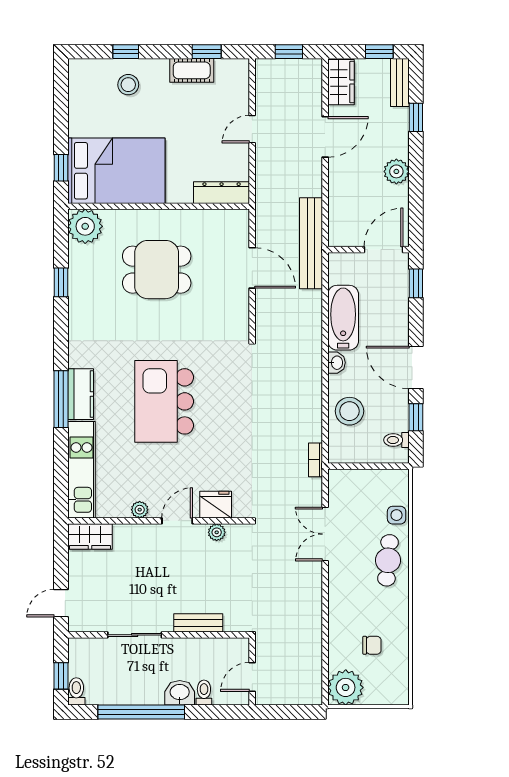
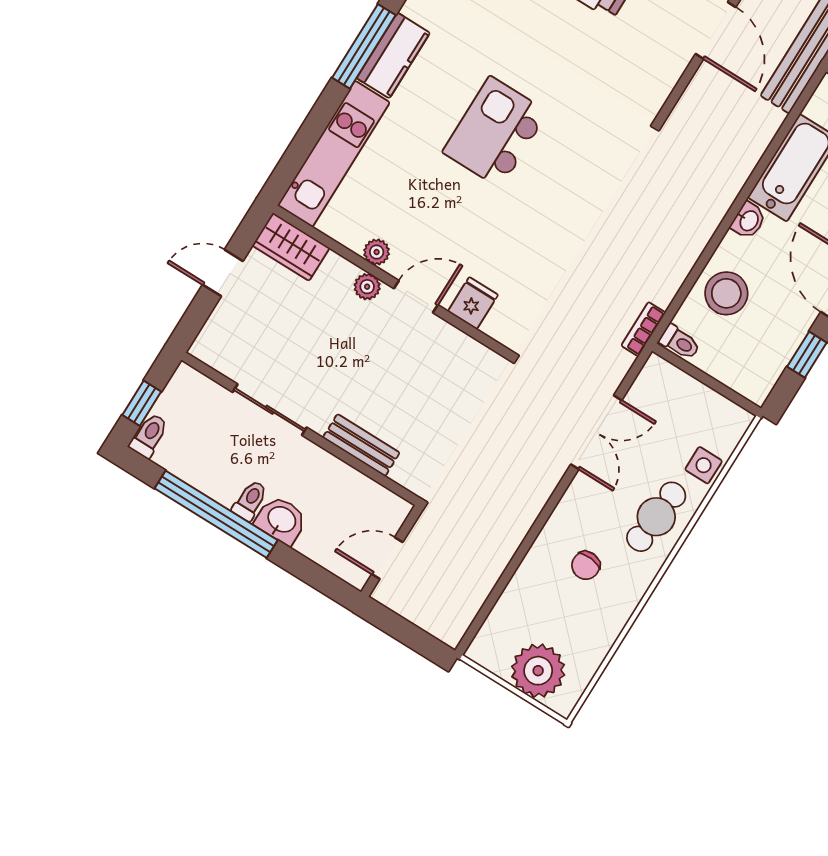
kitchen island: (164, 401) -> (495, 132), width x0.73, depth x0.78
toilet: (396, 440) -> (680, 342), moved, turned 180
fridge: (216, 505) -> (473, 303), width x0.72
plant: (217, 532) -> (367, 287), moved
double door: (325, 534) -> (596, 432), swing flipped
door: (61, 603) -> (223, 273), moved
chair: (372, 645) -> (586, 565), moved, turned 95
plant: (346, 687) -> (538, 671), moved
toilet: (204, 693) -> (250, 501), moved

